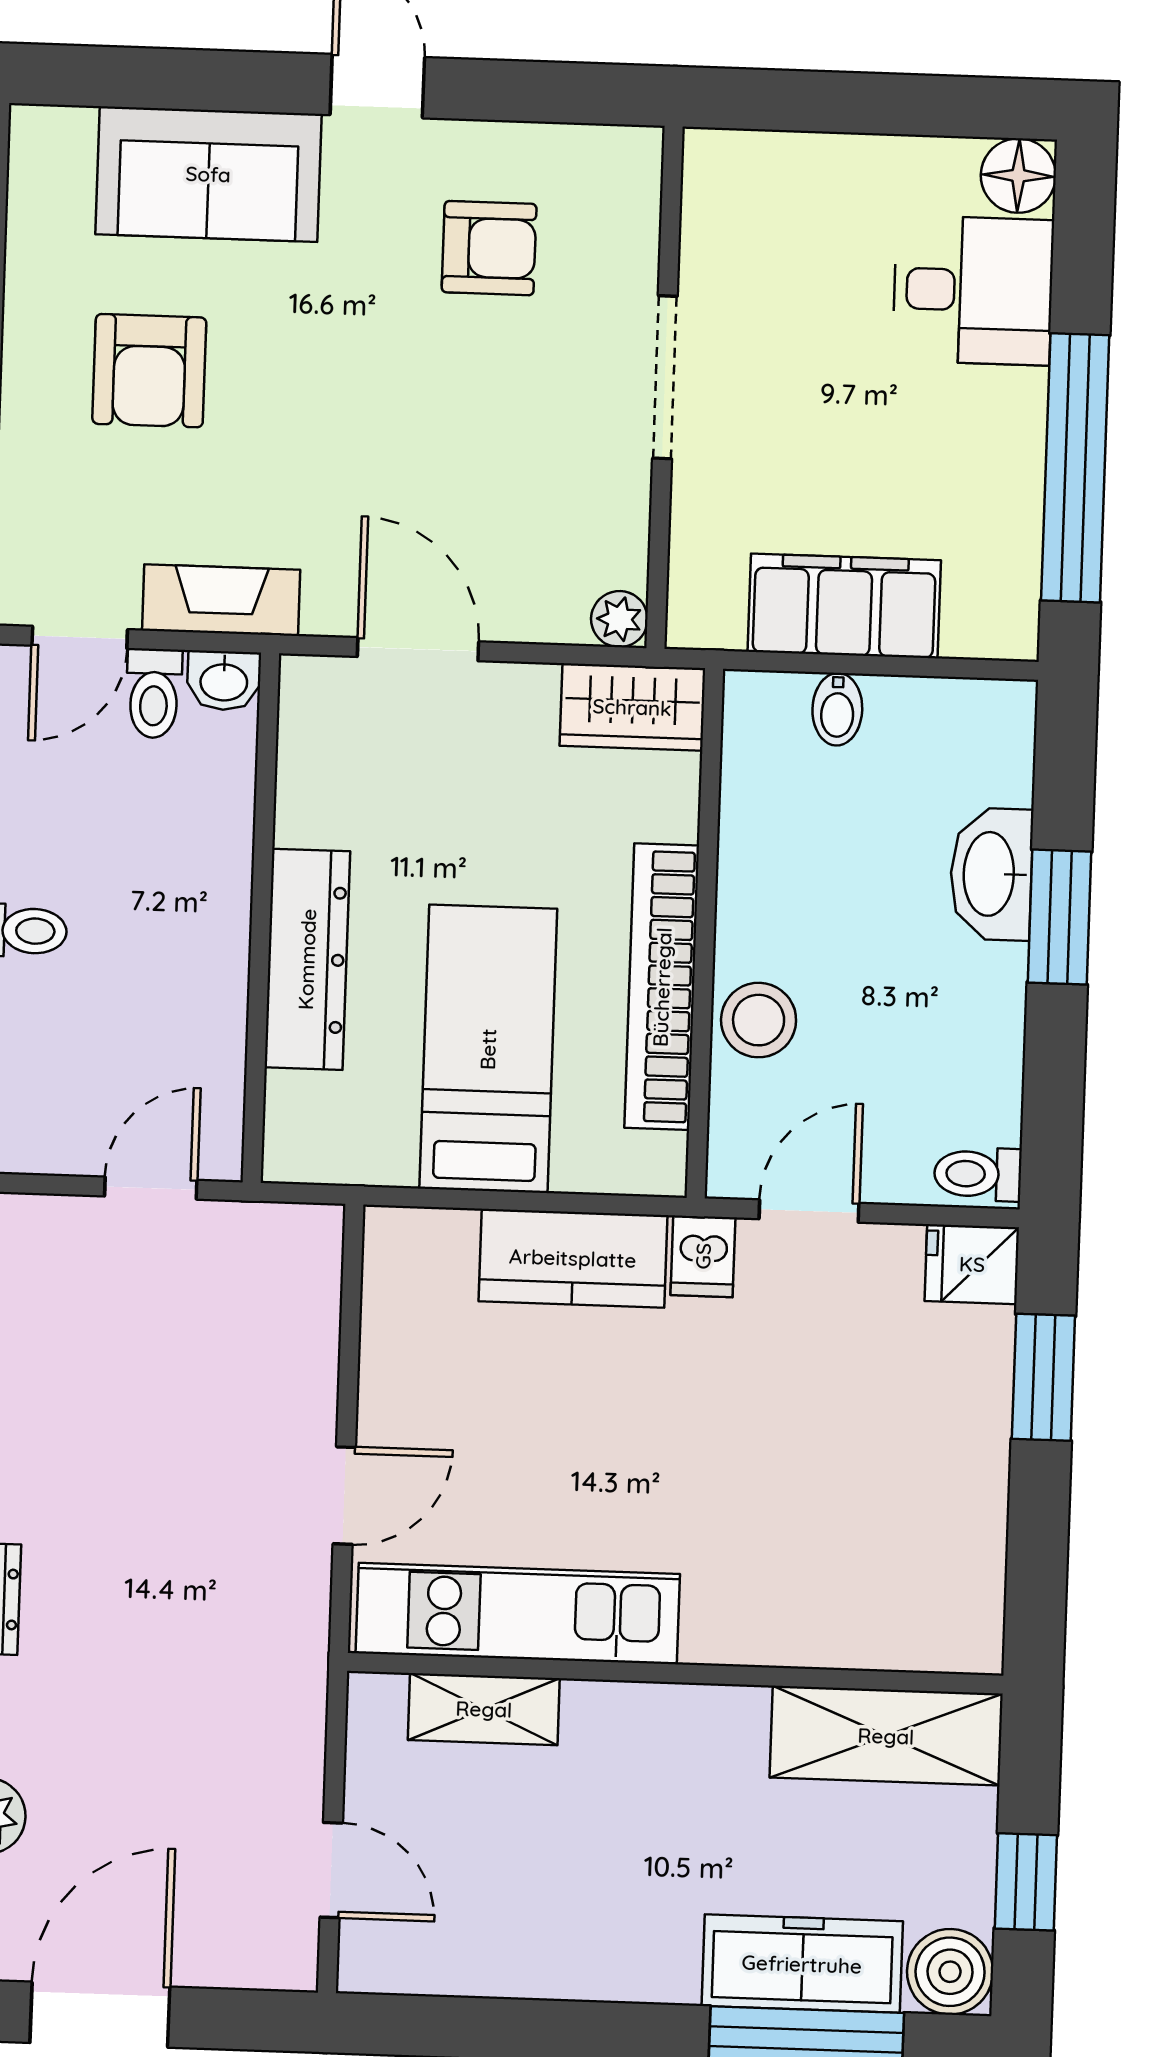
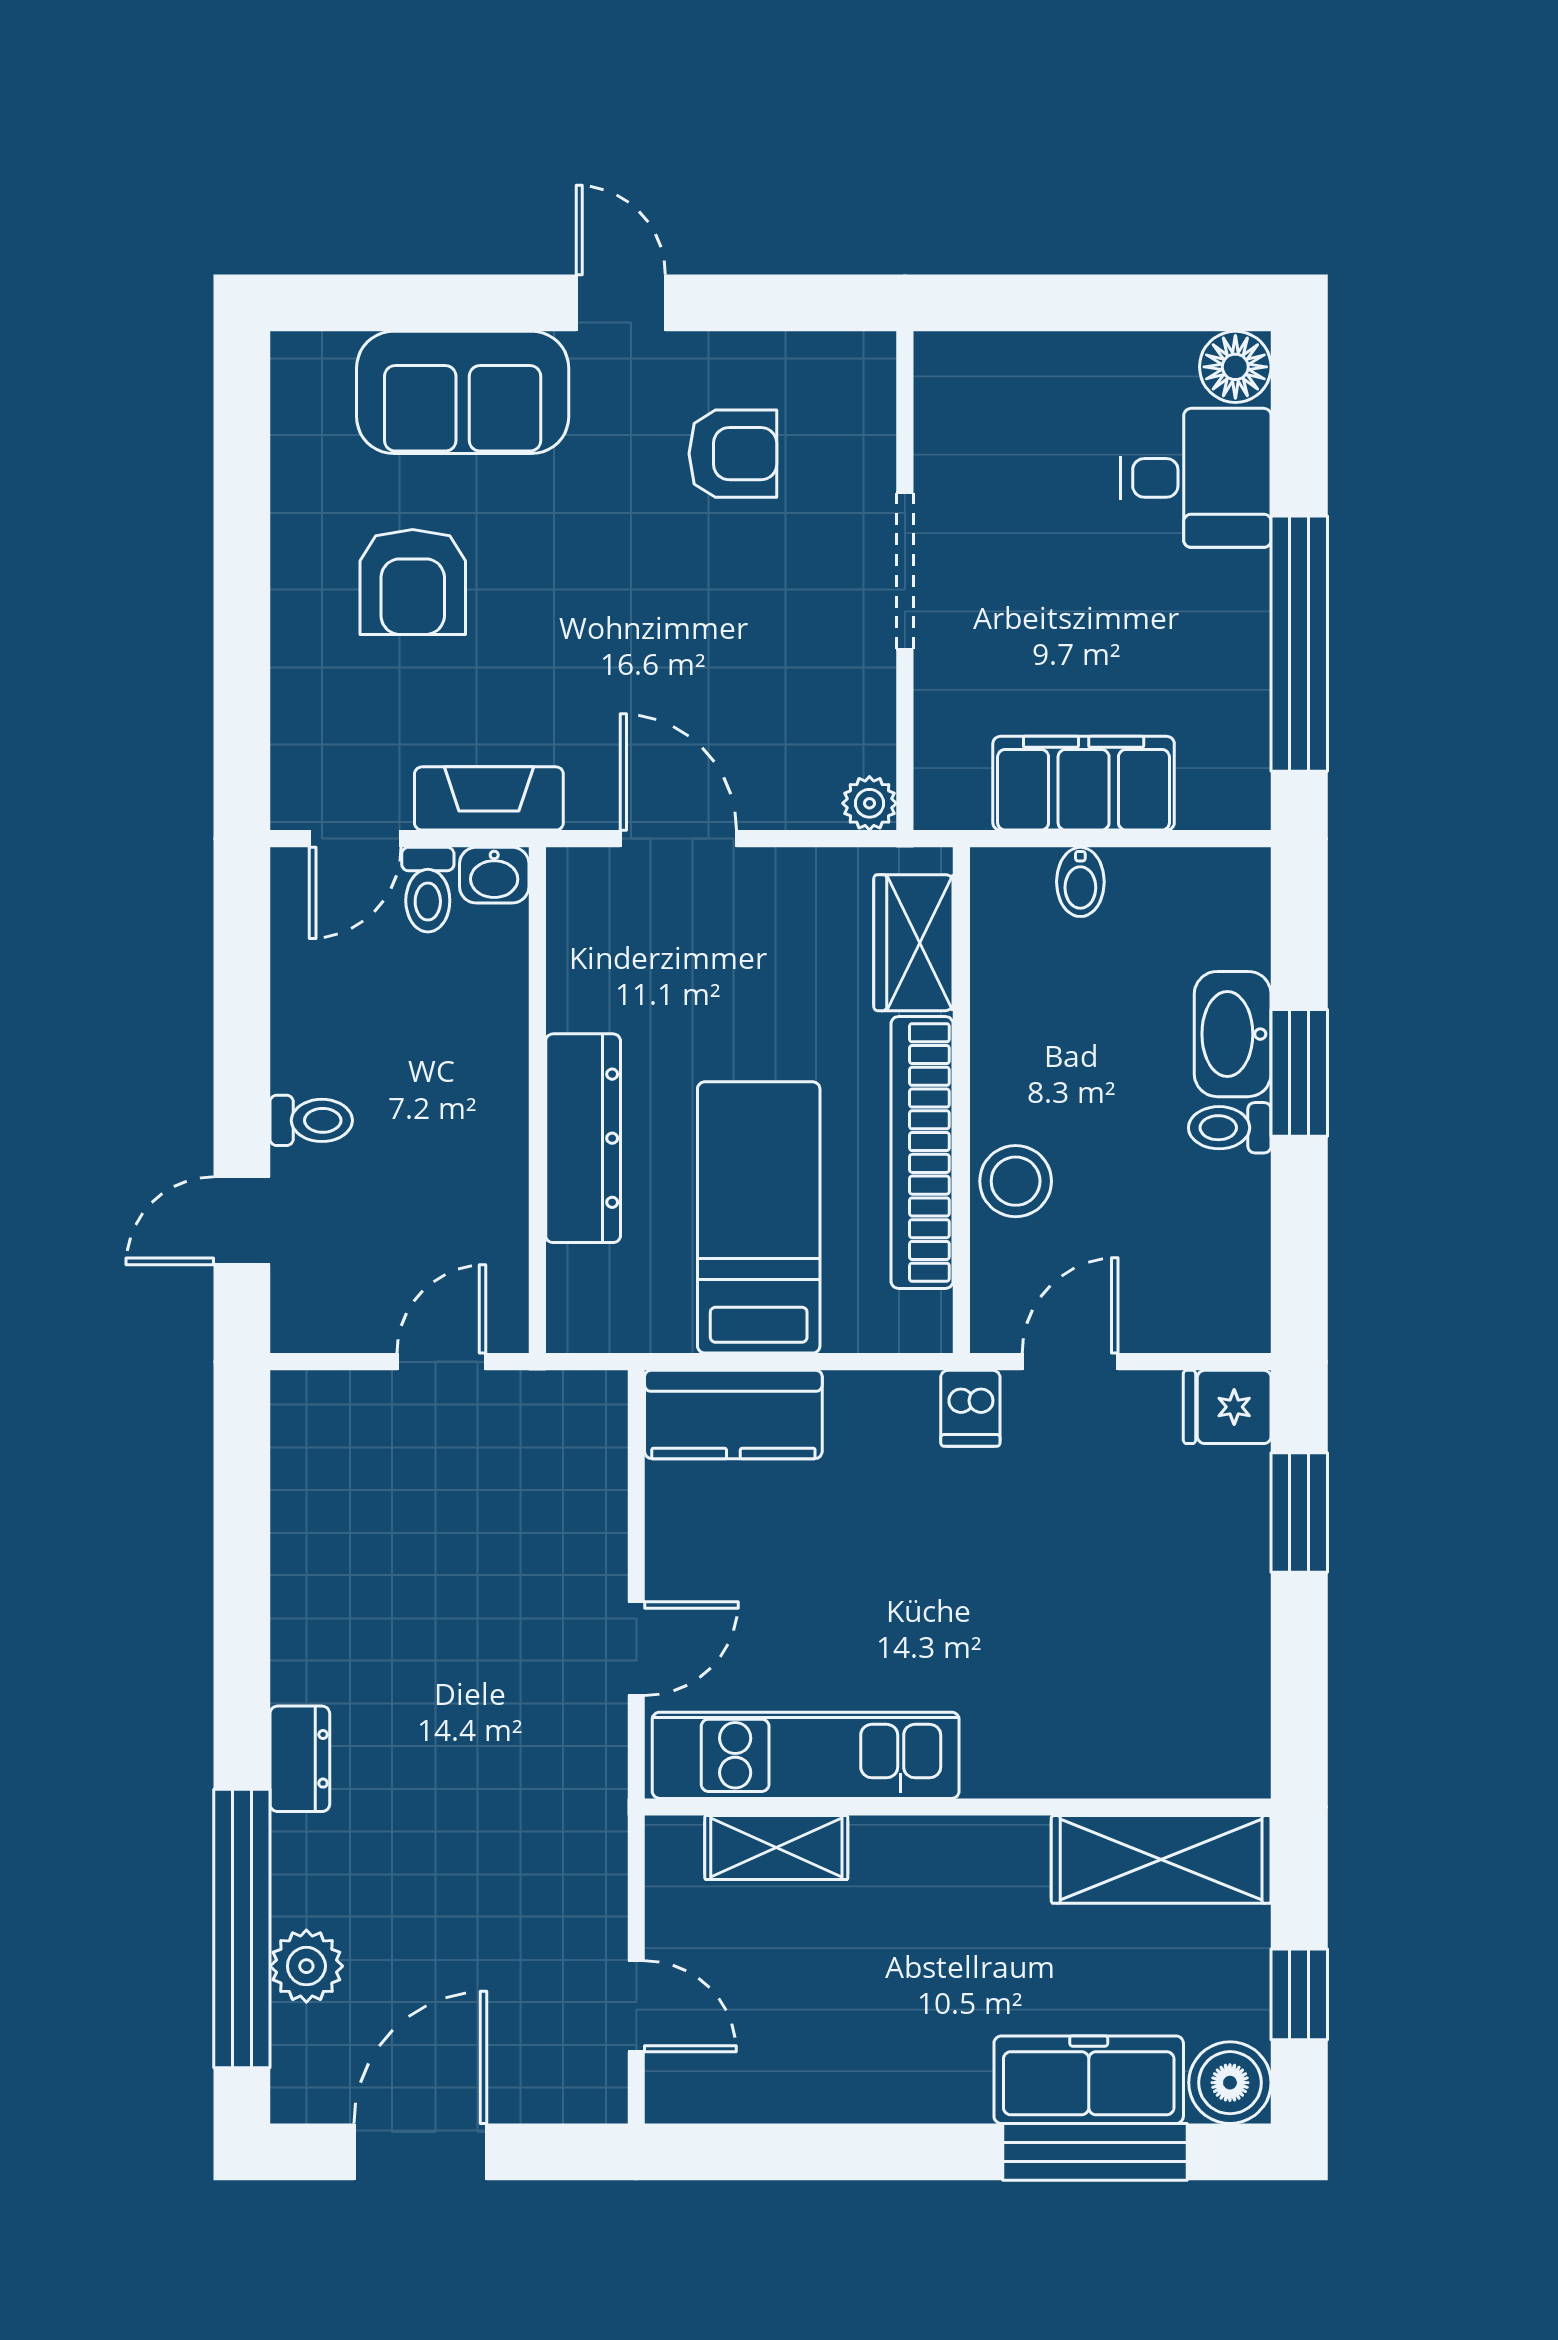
wardrobe: (632, 707) -> (913, 943), moved, turned 90
toilet: (978, 1174) -> (1230, 1128), moved
kitchen counter: (573, 1258) -> (733, 1415), moved

